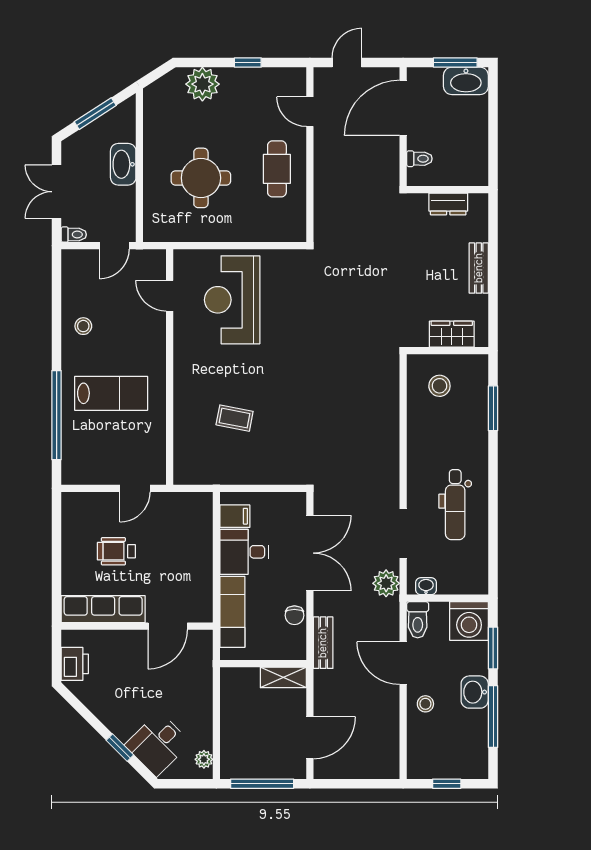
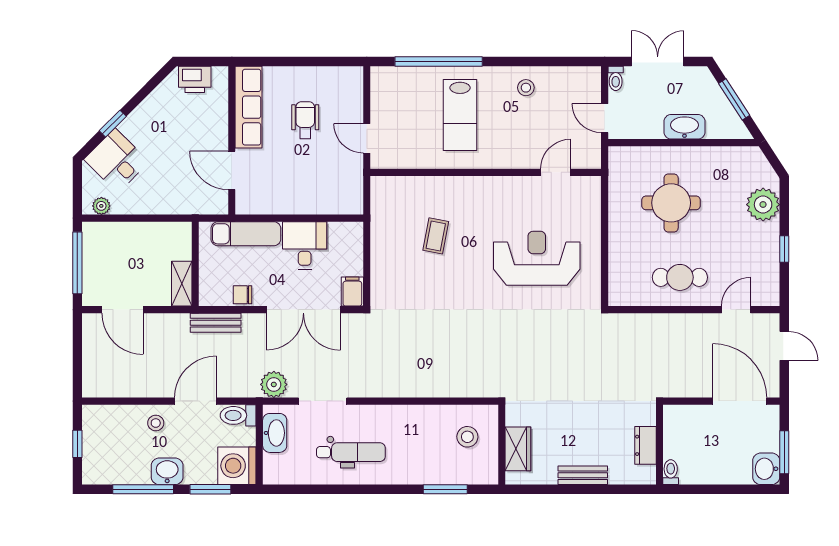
washbasin: (466, 81) -> (766, 469), width x0.72
toilet: (419, 159) -> (671, 472), moved, turned 180
reception desk: (232, 300) -> (537, 258), moved
dental chair: (455, 505) -> (351, 452), turned 180
filing cabinet: (235, 516) -> (352, 292), moved, turned 180
washbasin: (426, 586) -> (275, 433), width x1.91, depth x1.45

